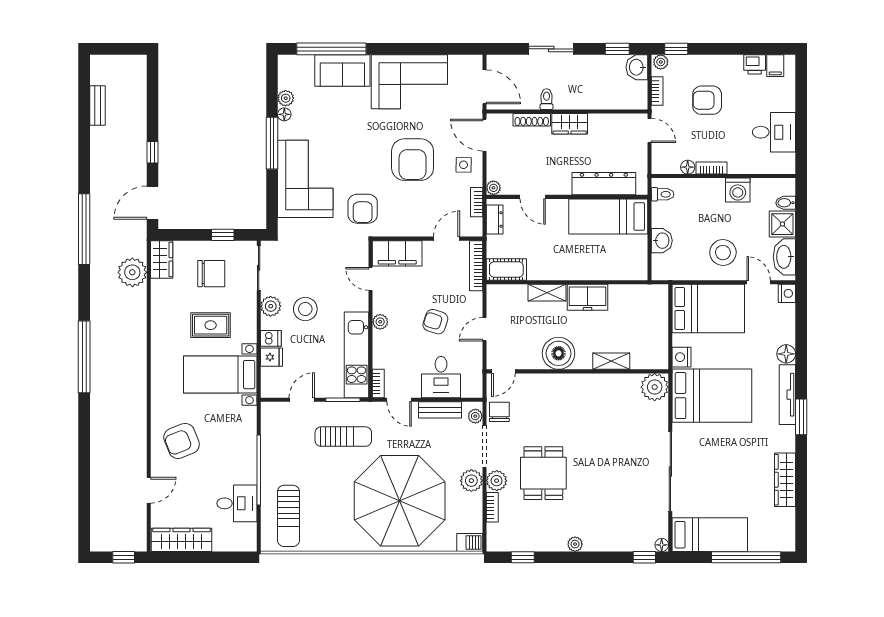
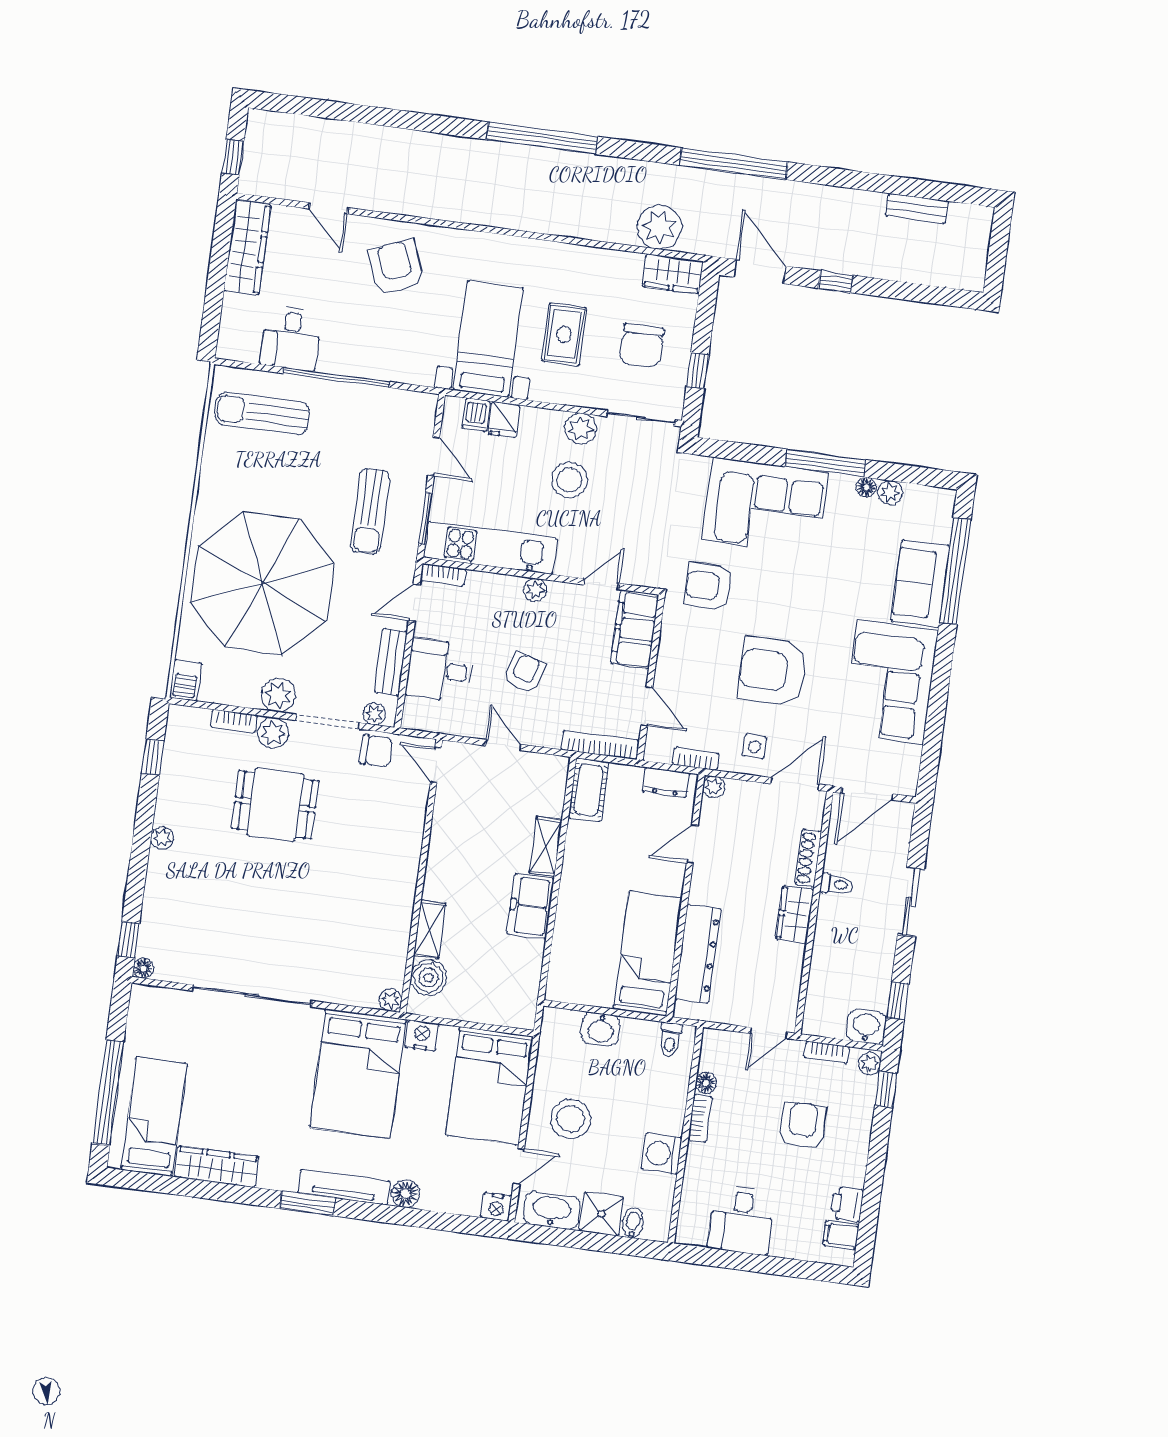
dishwasher: (271, 338) -> (476, 415), moved
boiler: (559, 353) -> (429, 978), moved, width x0.73, depth x0.73
plant: (655, 387) -> (390, 1000), width x0.53, depth x0.53
bed: (710, 535) -> (154, 1117), moved, turned 180

